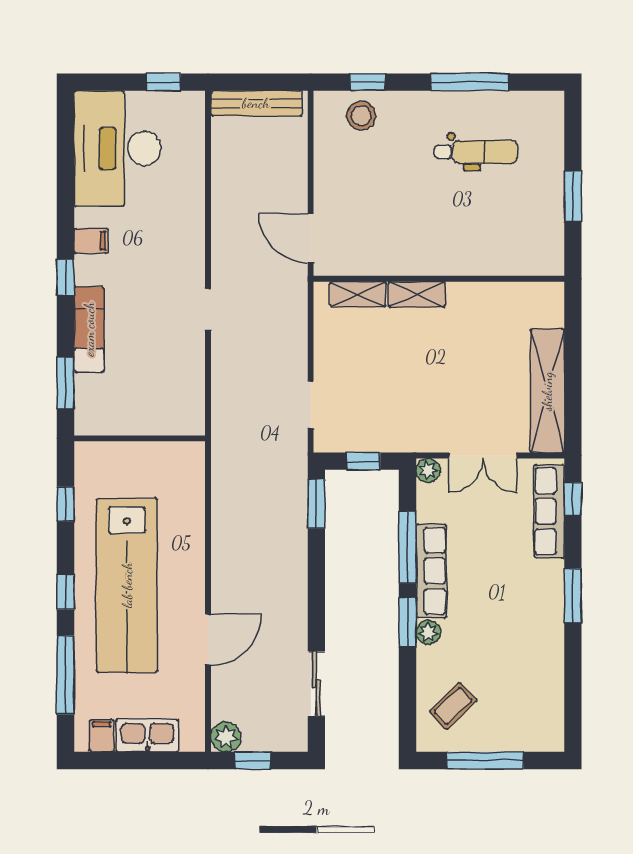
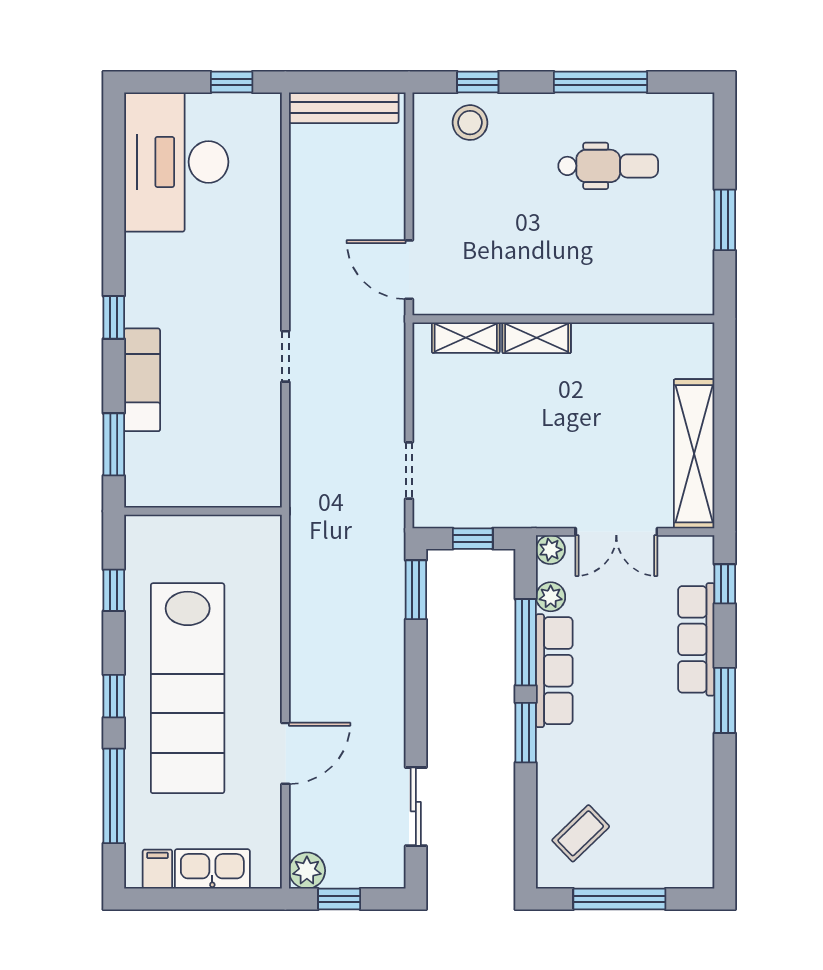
filing cabinet: (91, 241) -> (145, 273), removed
row of seats: (549, 511) -> (696, 639), moved
plant: (428, 632) -> (551, 597), moved

